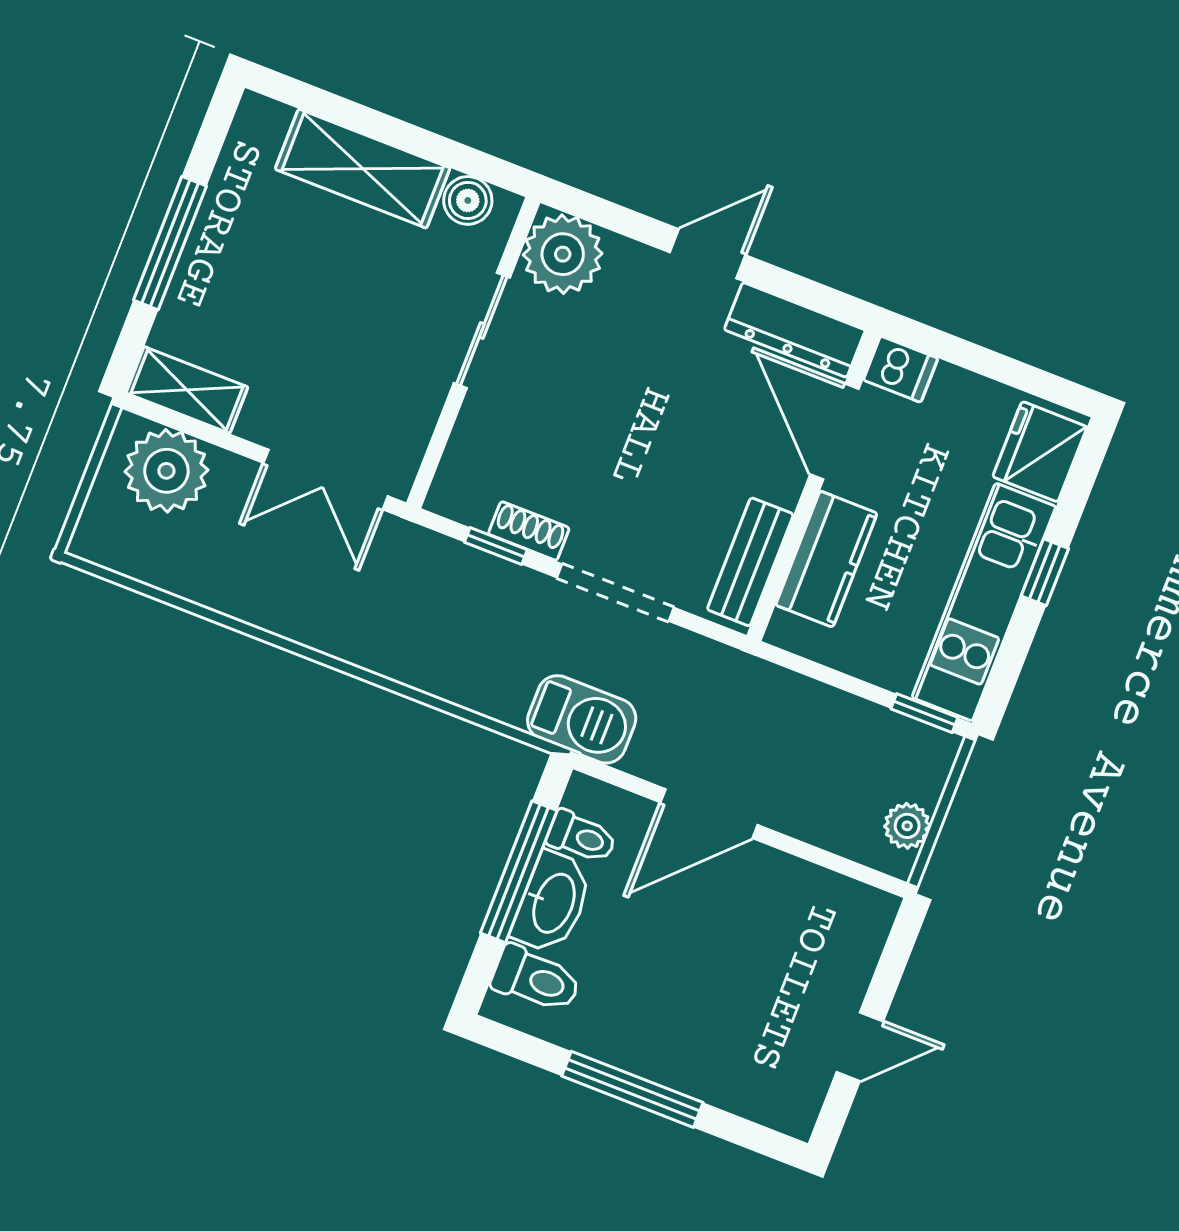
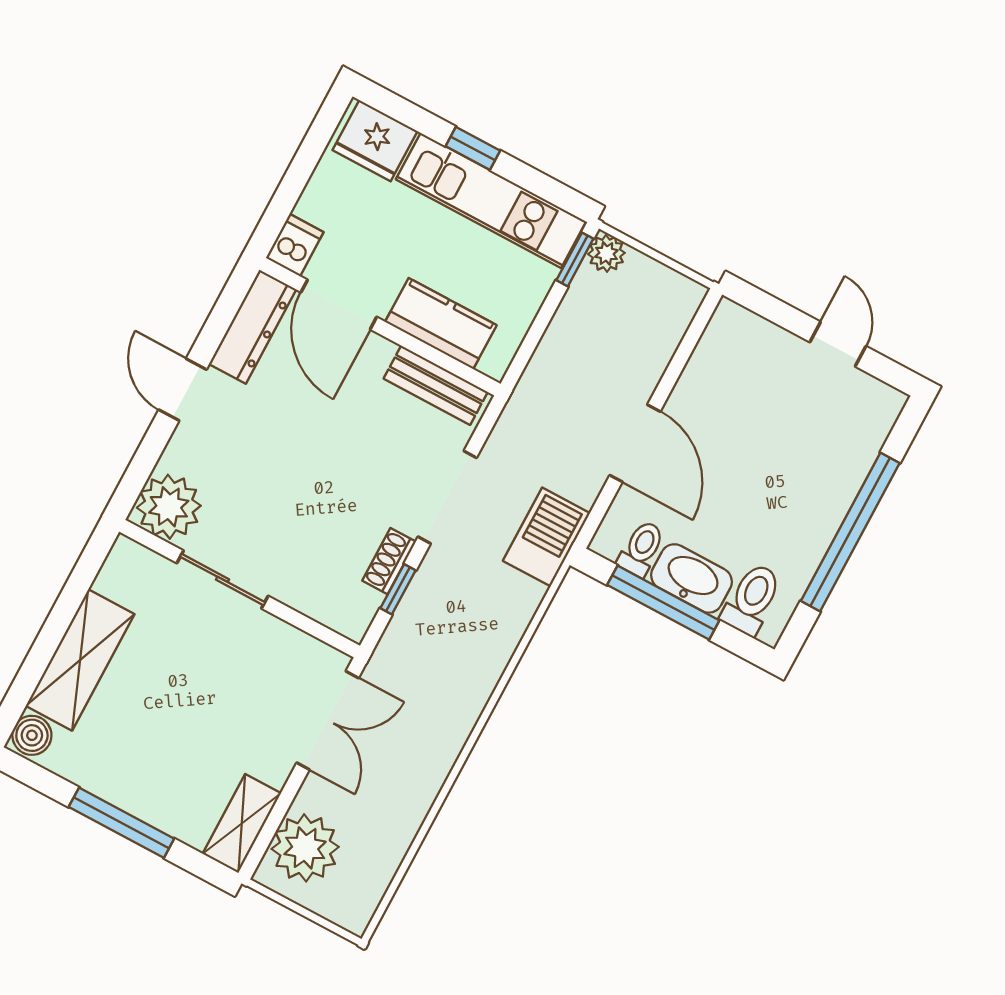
boiler: (468, 200) -> (32, 735), moved
door: (834, 432) -> (339, 305), hinge flipped
plant: (907, 826) -> (606, 253), moved
window: (632, 1089) -> (850, 532), width x1.46

